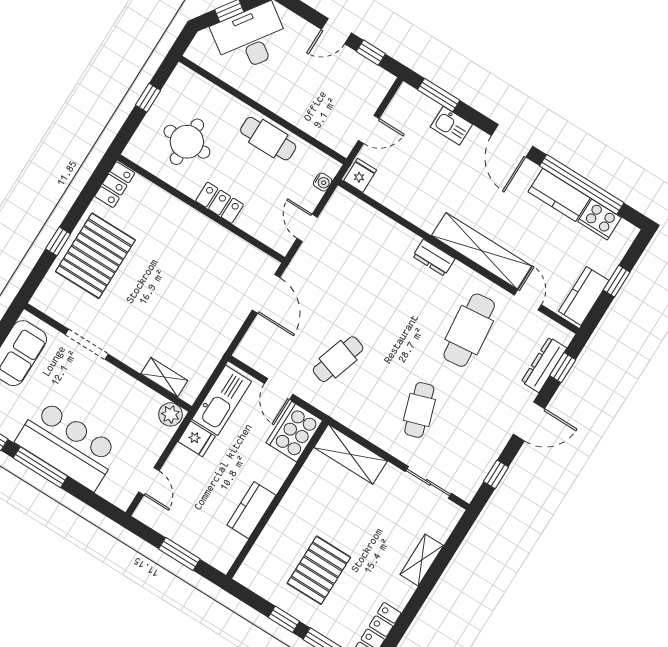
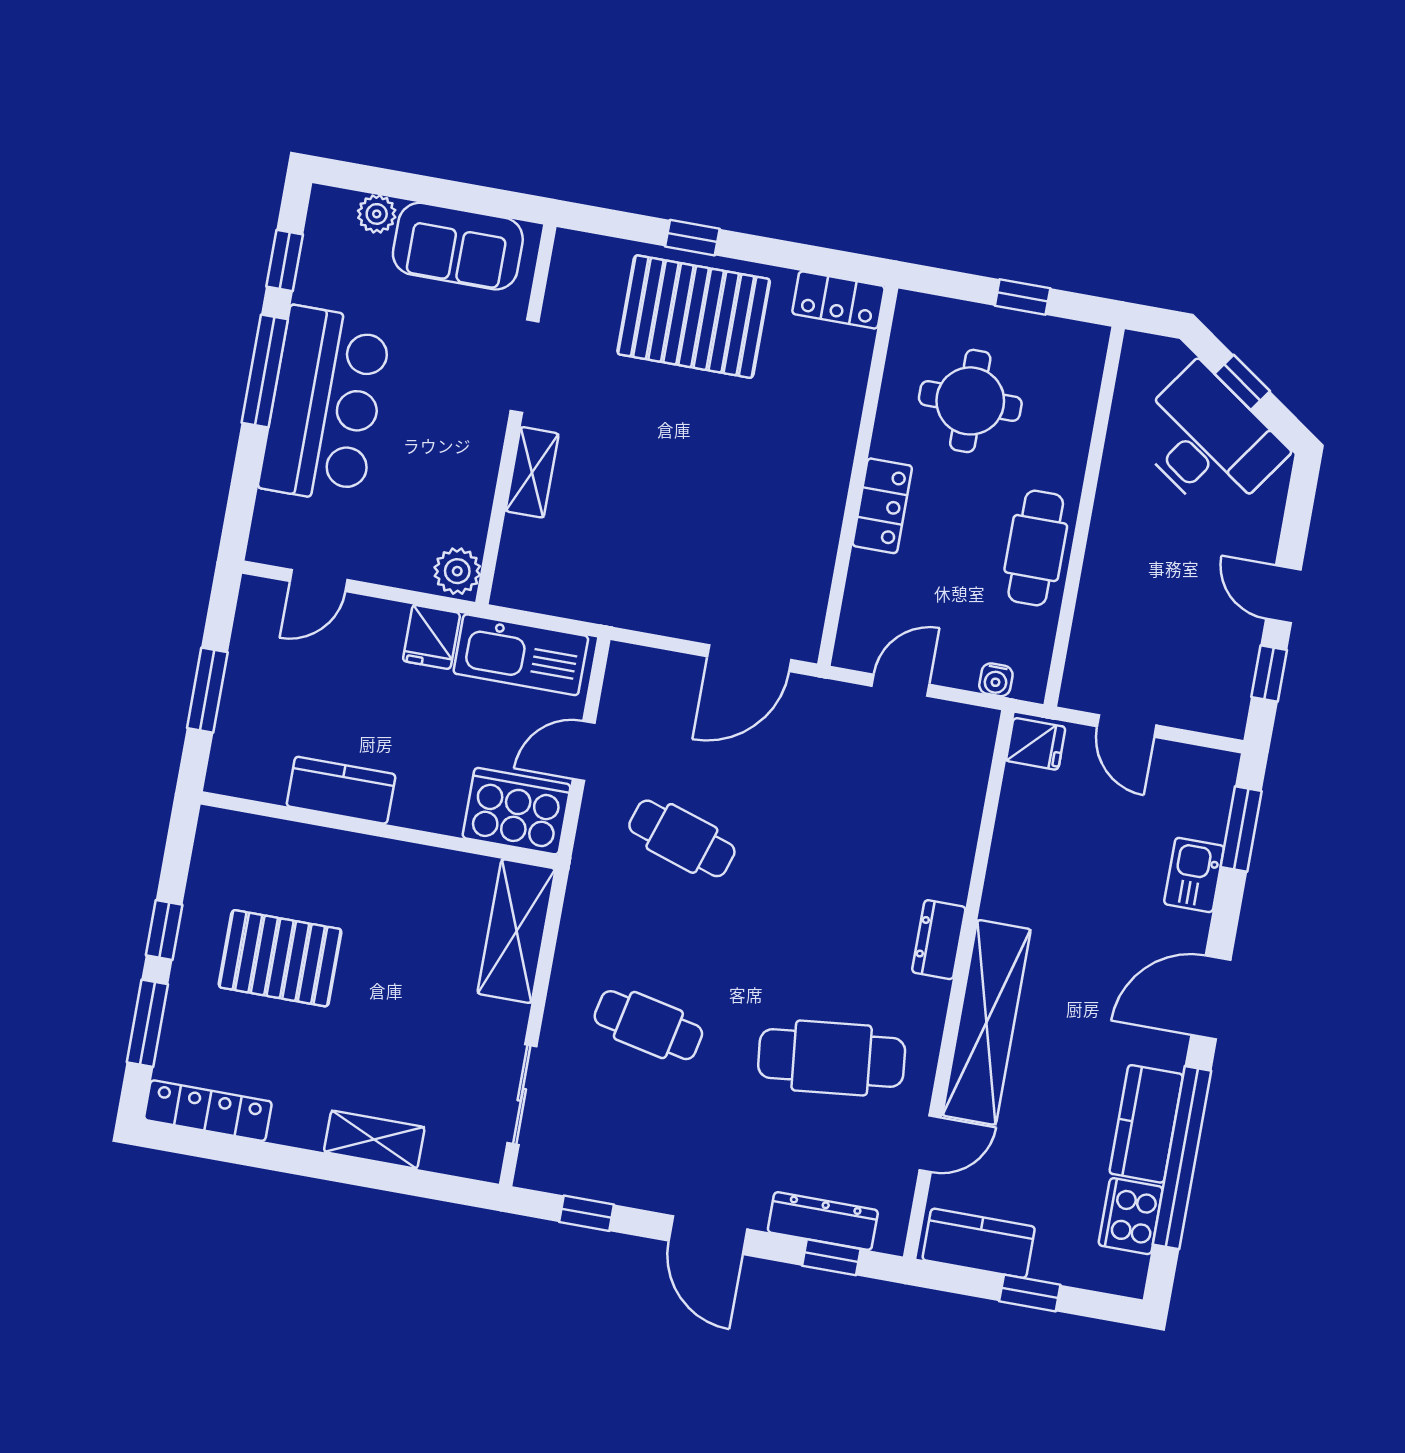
shelving: (164, 377) -> (532, 472), moved
cafe table: (419, 410) -> (648, 1025), turned 30

